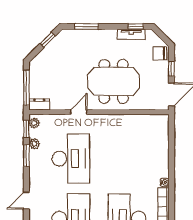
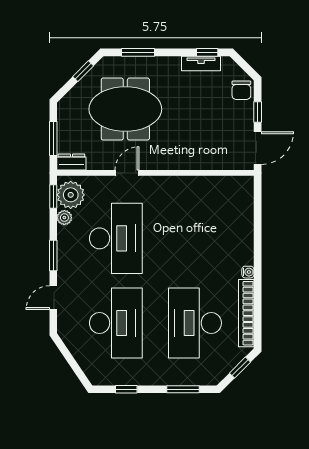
chair: (160, 53) -> (241, 90), turned -90
meeting table: (114, 81) -> (125, 109), moved
window: (26, 88) -> (53, 139), width x0.69
plant: (34, 123) -> (71, 195), width x1.87, depth x1.87
window: (26, 156) -> (53, 256), moved

